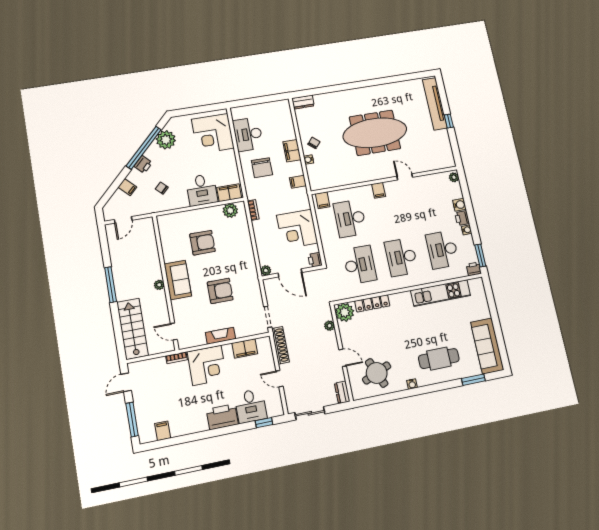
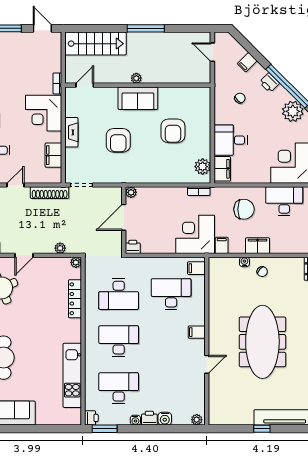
chair: (262, 168) -> (244, 209), turned 180
corner desk: (297, 229) -> (195, 234), moved
plant: (345, 312) -> (76, 262), width x0.53, depth x0.53

